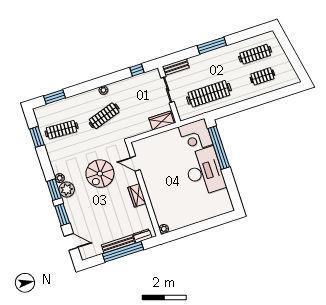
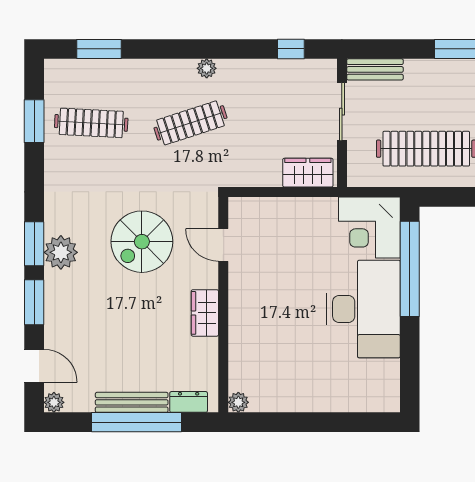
plant: (60, 178) -> (54, 402), moved

